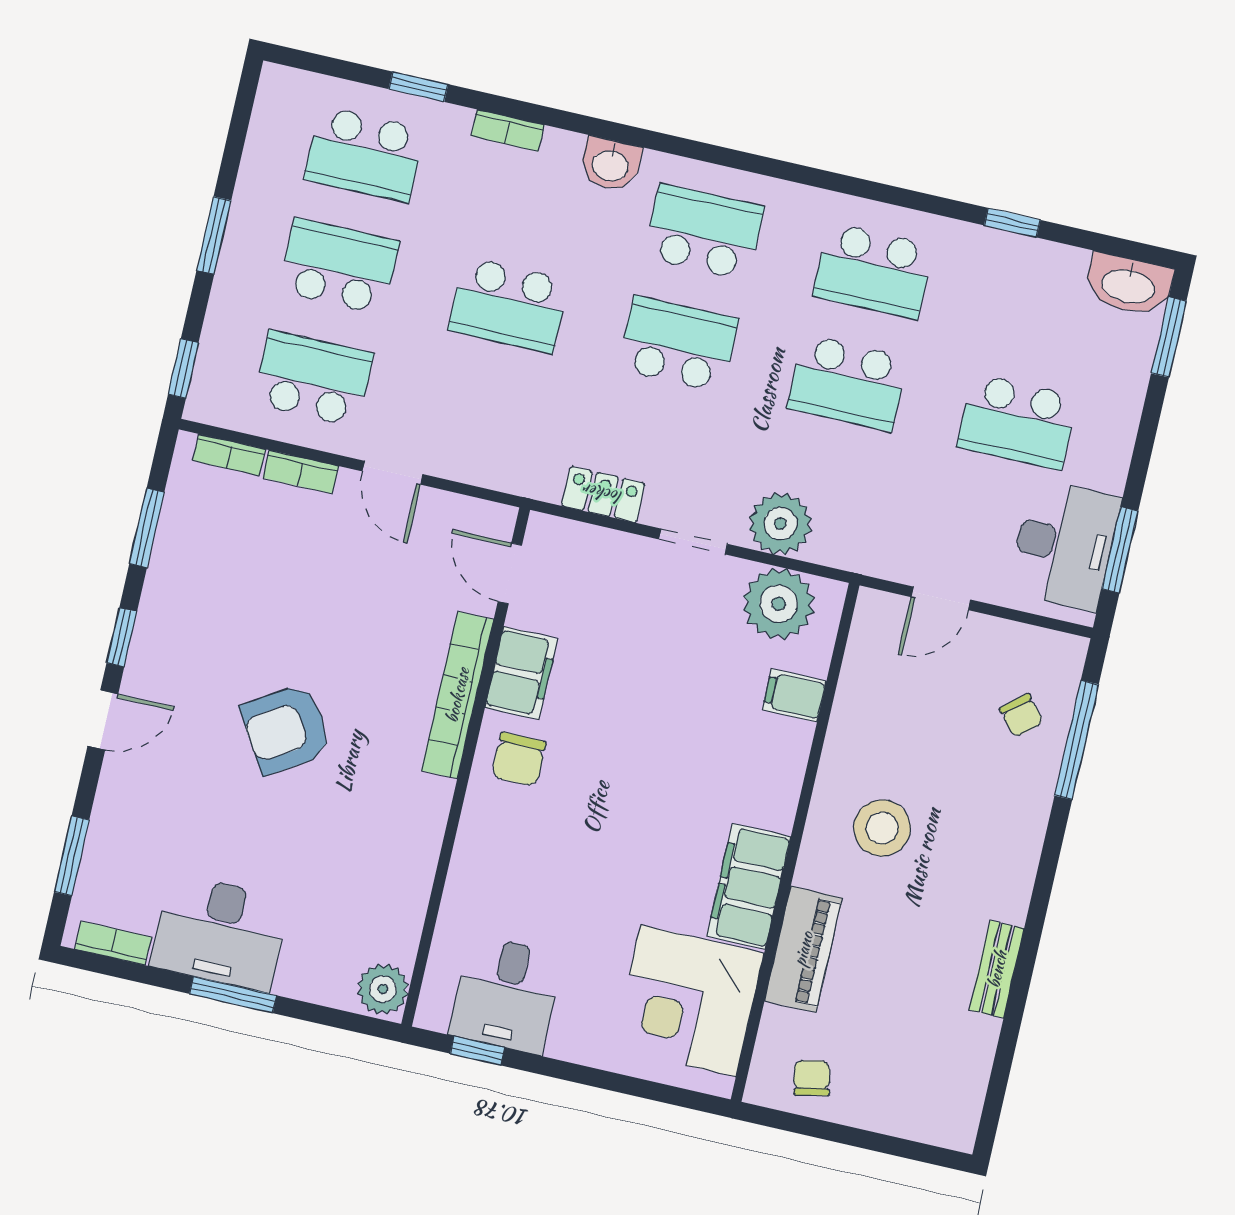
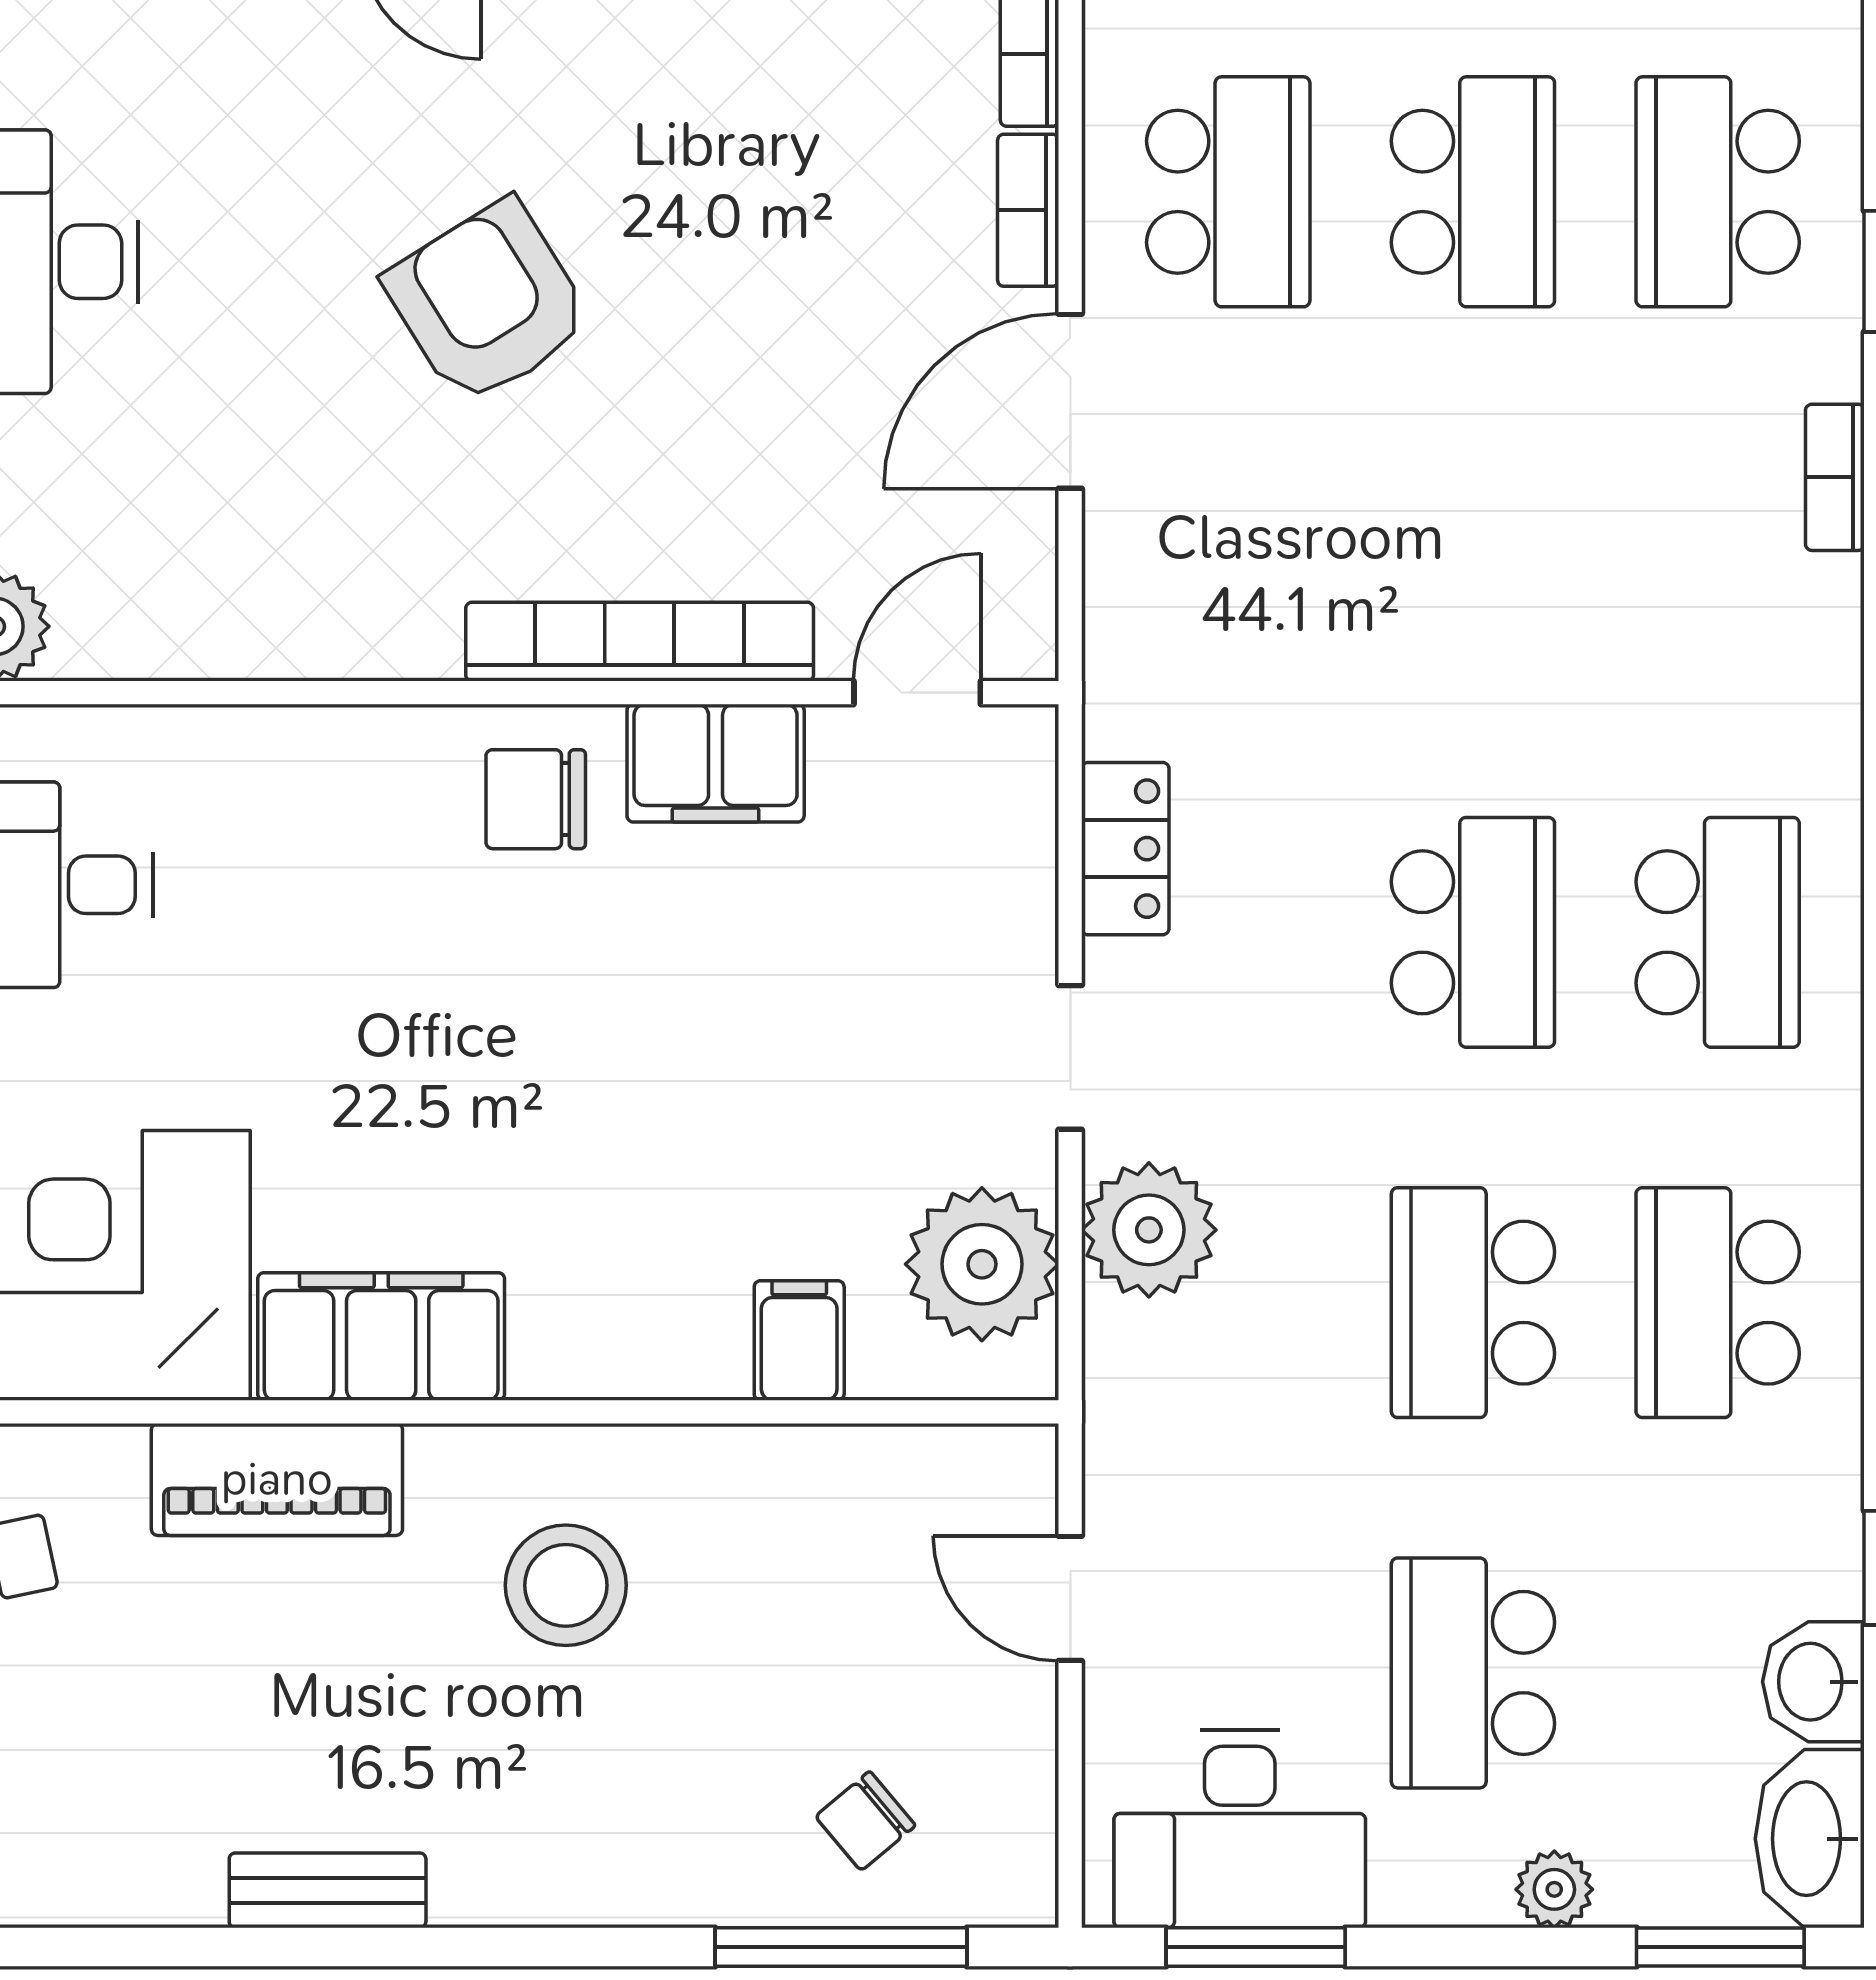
washbasin: (610, 164) -> (1813, 1682), moved
school desk: (508, 305) -> (1473, 562), removed
plant: (1125, 407) -> (1554, 1889), added
door: (393, 473) -> (1070, 401), width x1.38

